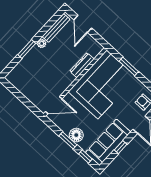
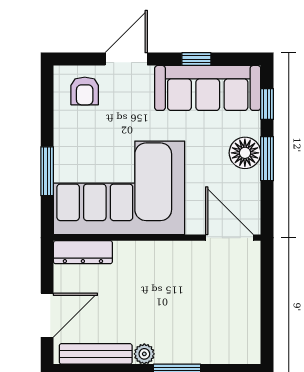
dresser: (82, 65) -> (83, 252), moved

